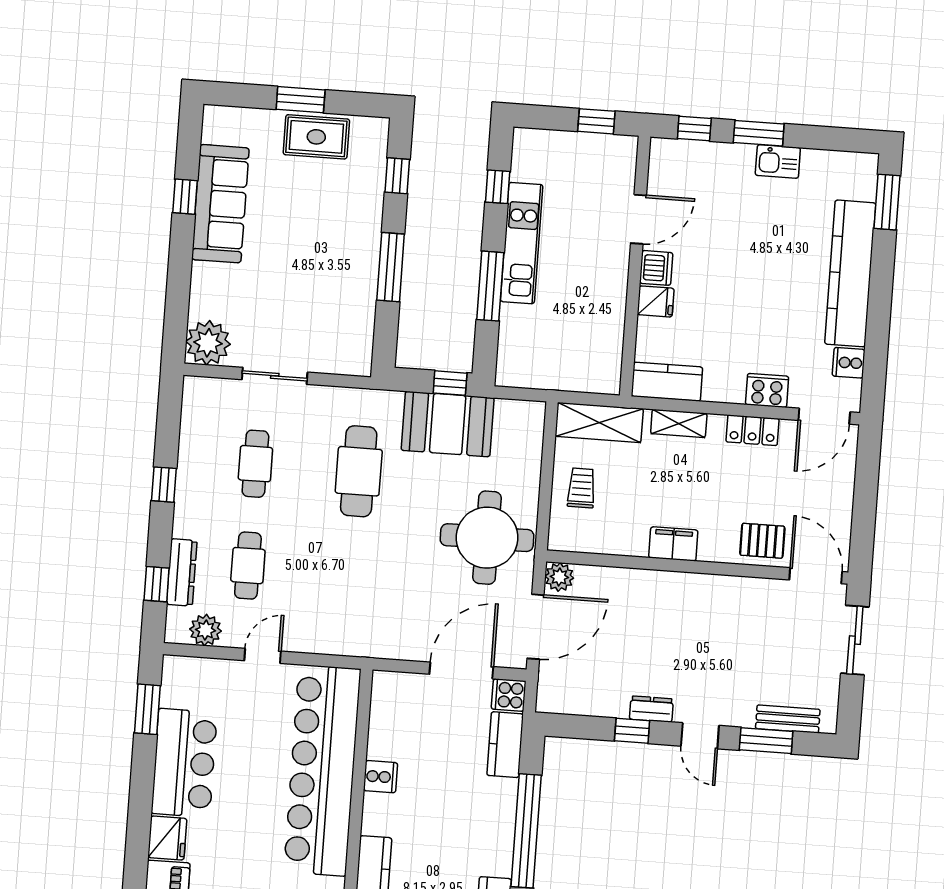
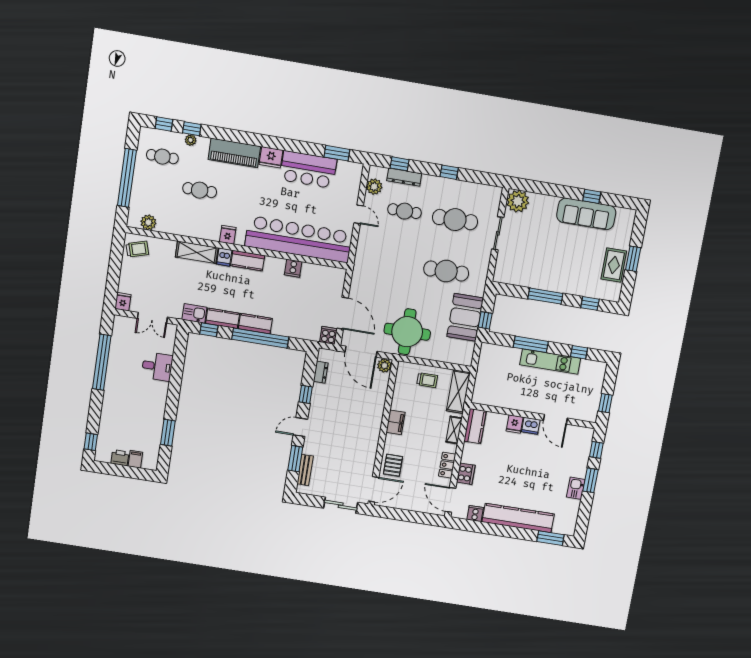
cafe table: (255, 464) -> (455, 220), width x1.37, depth x1.35
dresser: (651, 709) -> (321, 372), moved
kitchen counter: (505, 745) -> (255, 324), moved

